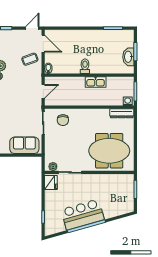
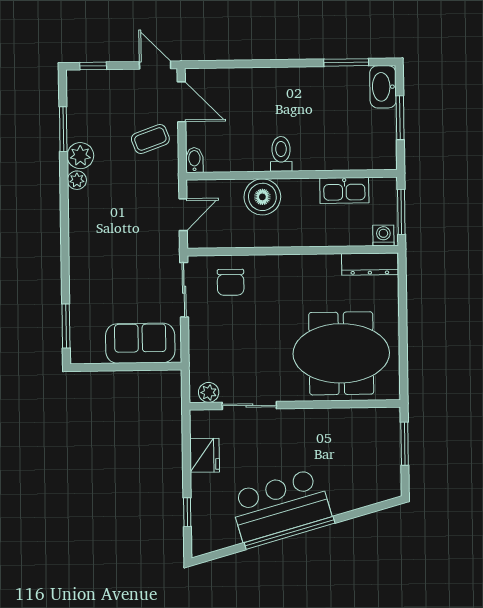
door: (32, 28) -> (155, 65), hinge flipped
washbasin: (128, 57) -> (383, 87), moved
kitchen sink: (96, 82) -> (344, 190), moved
boiler: (77, 84) -> (262, 197), added
fridge: (51, 183) -> (205, 455), moved

